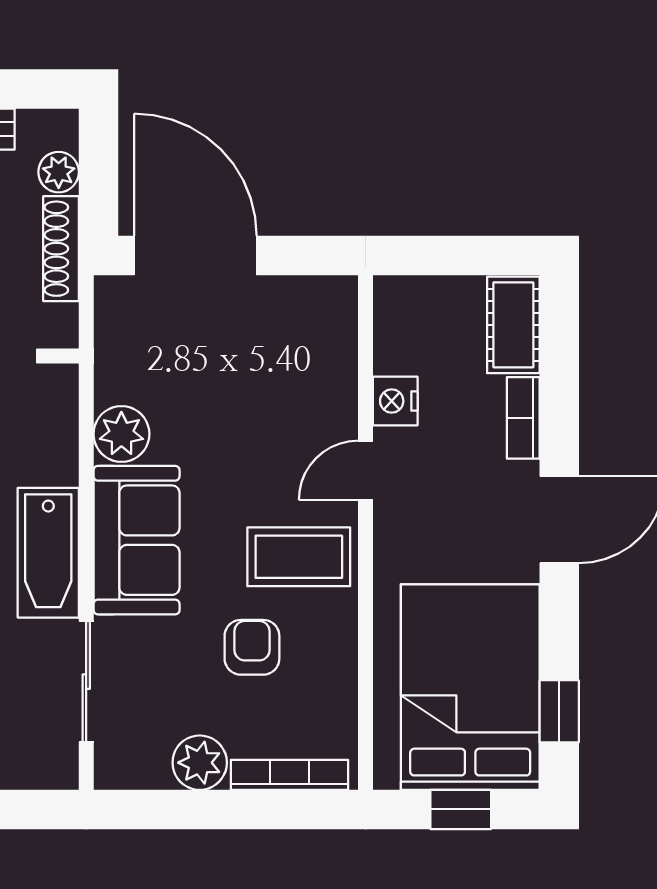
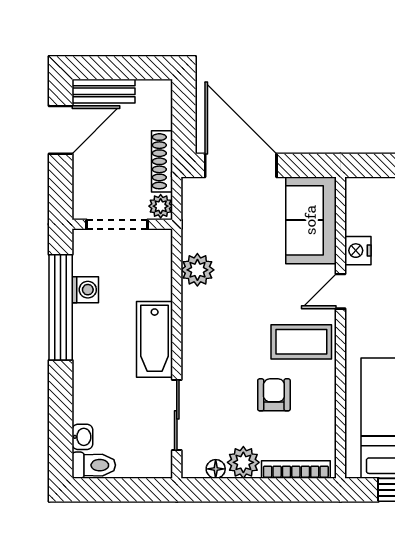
plant: (59, 172) -> (161, 206), moved
sofa: (137, 540) -> (311, 220), moved, turned 180
floor lamp: (153, 774) -> (216, 469), added

